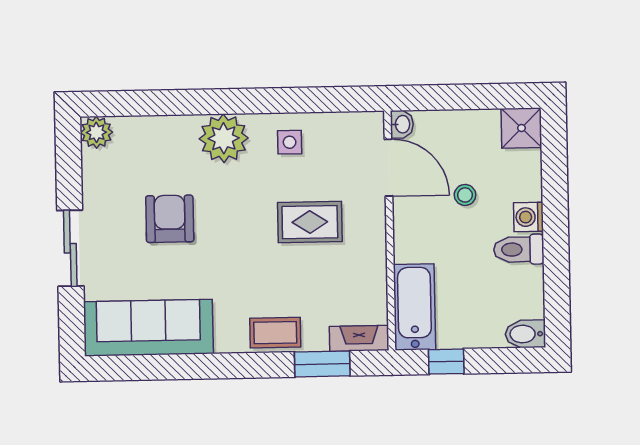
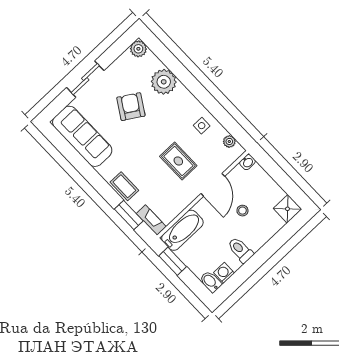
plant: (349, 123) -> (229, 141), added
plant: (224, 138) -> (164, 82), moved
door: (388, 168) -> (213, 185), moved
washing machine: (529, 217) -> (224, 273), moved
armchair: (170, 219) -> (131, 107), turned -58
window: (446, 362) -> (173, 261), width x1.50

